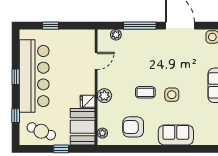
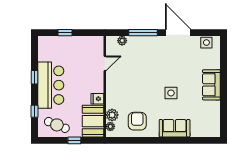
bar counter: (34, 76) -> (51, 85), width x0.73
coffee table: (145, 92) -> (148, 91), removed
plant: (104, 96) -> (112, 115), moved
armchair: (133, 127) -> (137, 121), turned 90

